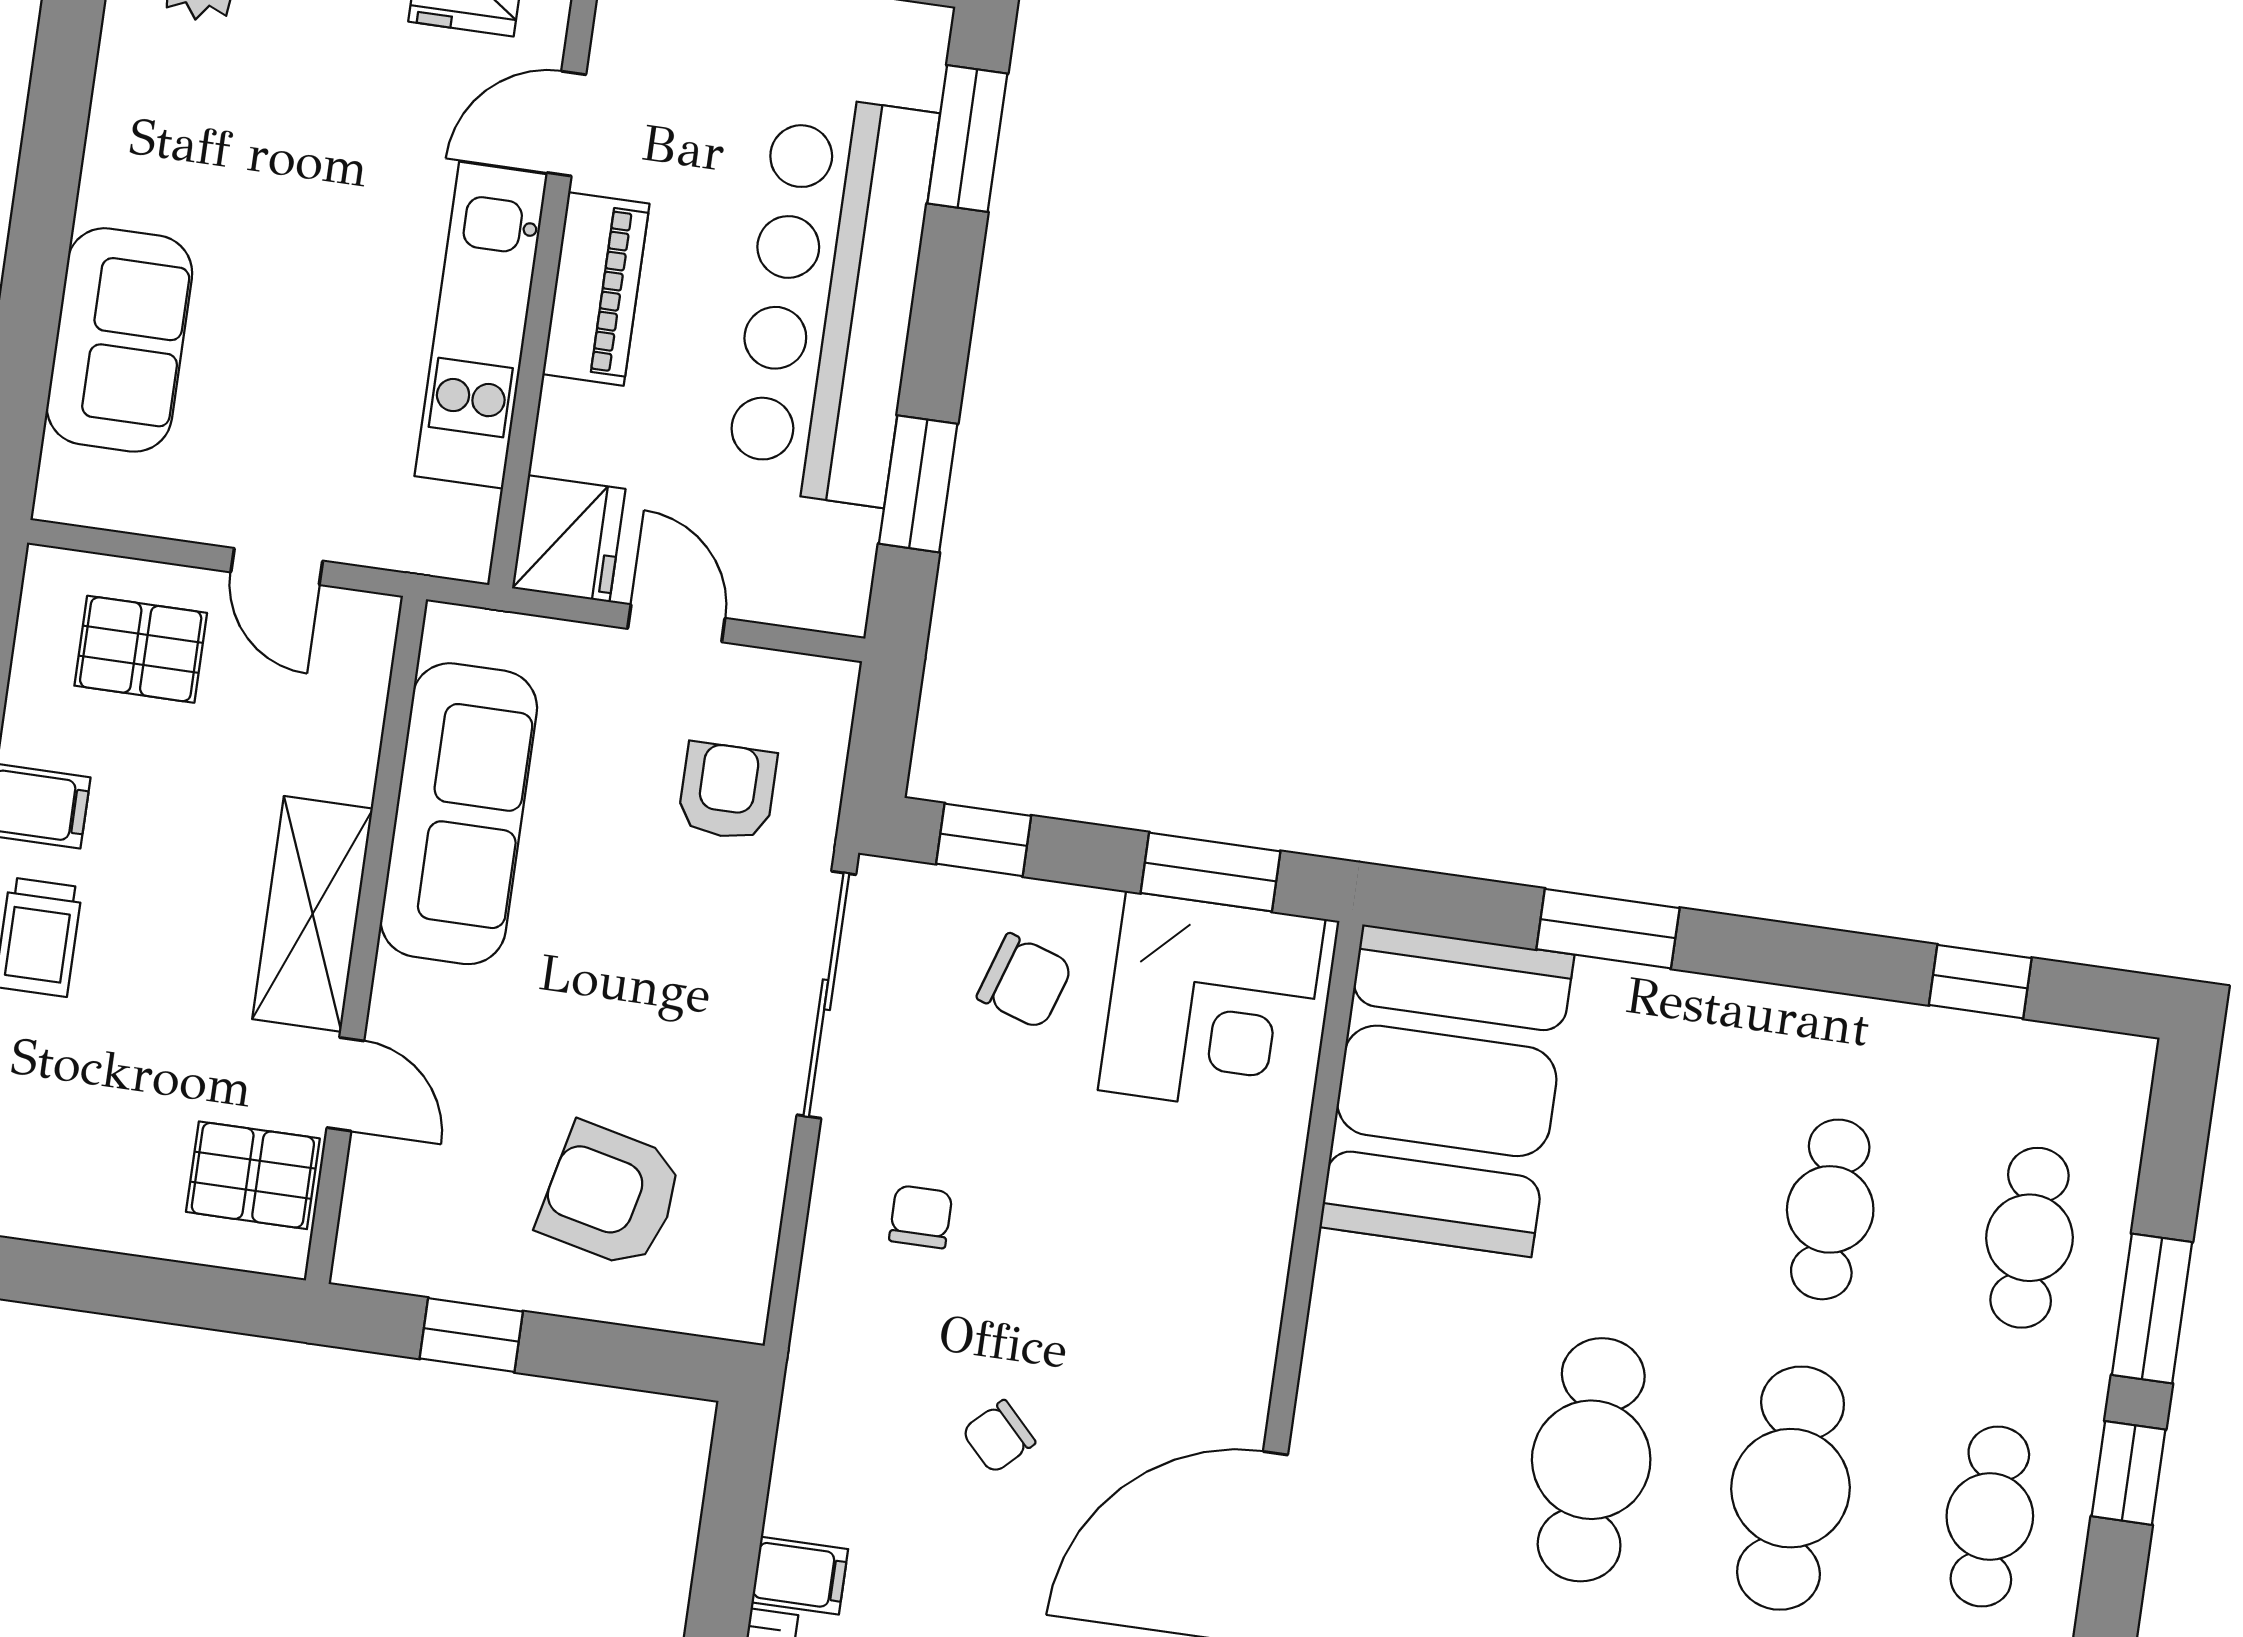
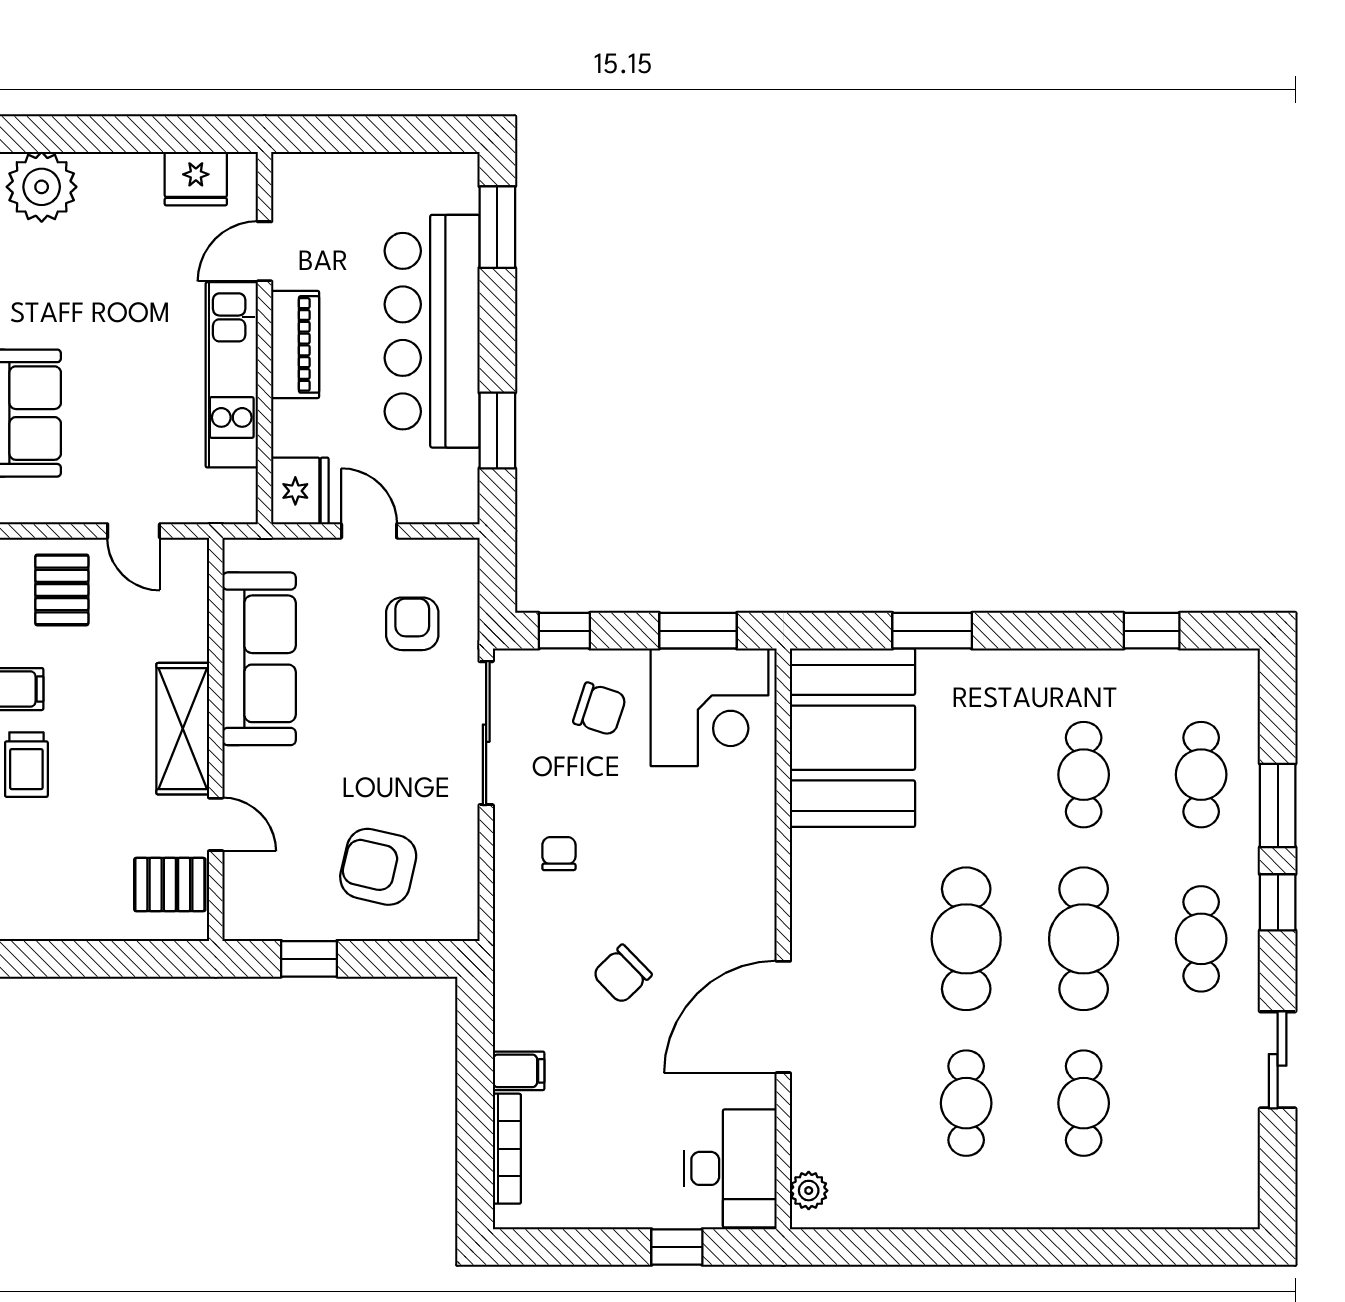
pallet: (141, 649) -> (62, 590), turned 90
chair: (999, 1437) -> (622, 974), width x1.37, depth x1.37

